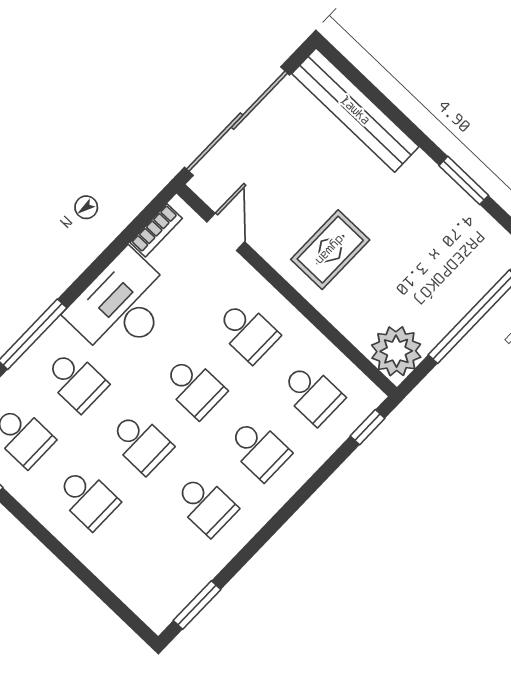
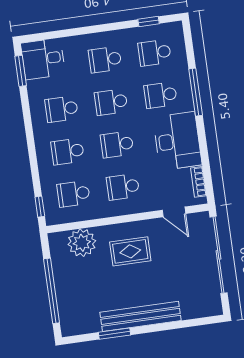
bench: (355, 110) -> (140, 316), moved
rug: (330, 250) -> (130, 251), turned 90
plant: (396, 351) -> (82, 243), moved
desk: (155, 587) -> (43, 59), added

